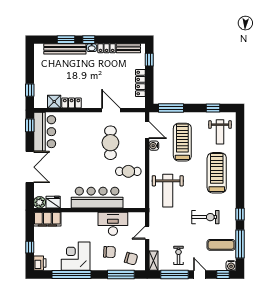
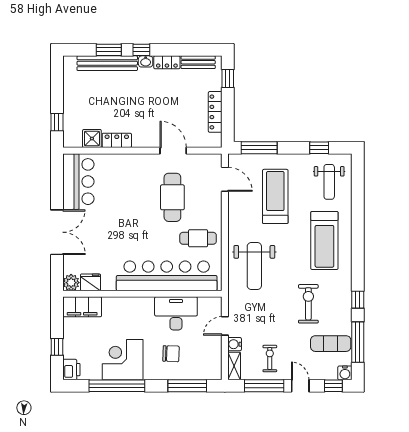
window: (30, 125) -> (57, 173), removed
water cooler: (154, 146) -> (235, 344), moved
treadmill: (217, 173) -> (324, 240), turned 180
bar counter: (97, 198) -> (167, 276), width x1.36
exercise bike: (205, 217) -> (308, 304), turned -90
chair: (131, 259) -> (202, 363), removed

